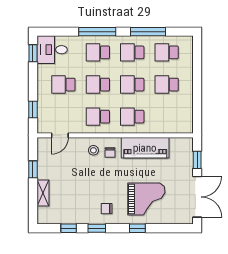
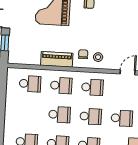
school desk: (167, 85) -> (30, 84), moved
piano: (145, 148) -> (57, 59), width x0.73, depth x0.75

